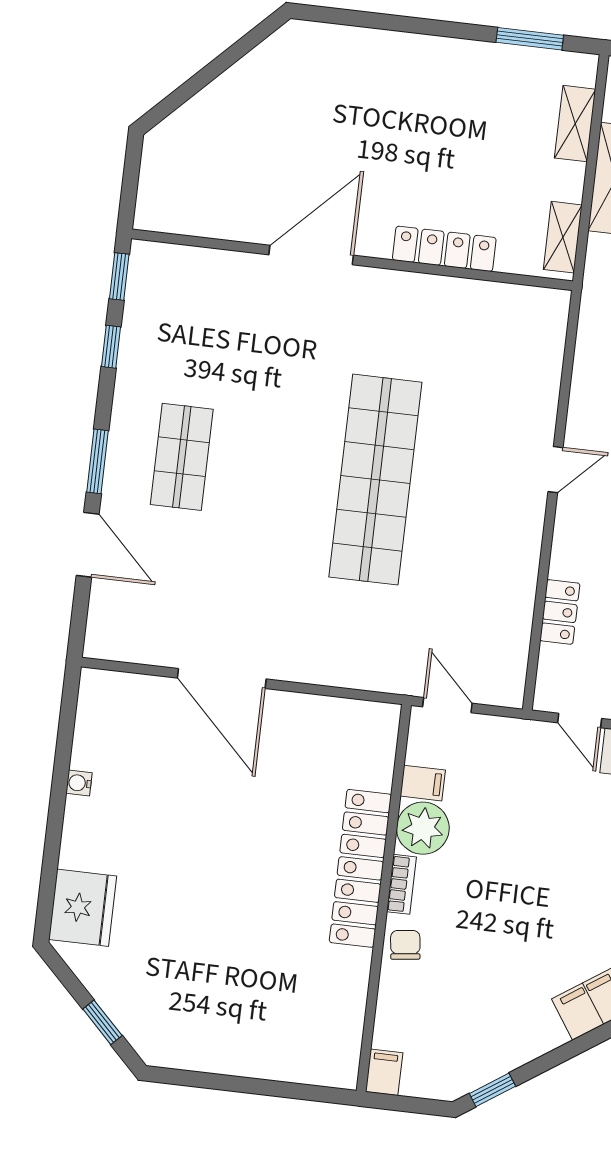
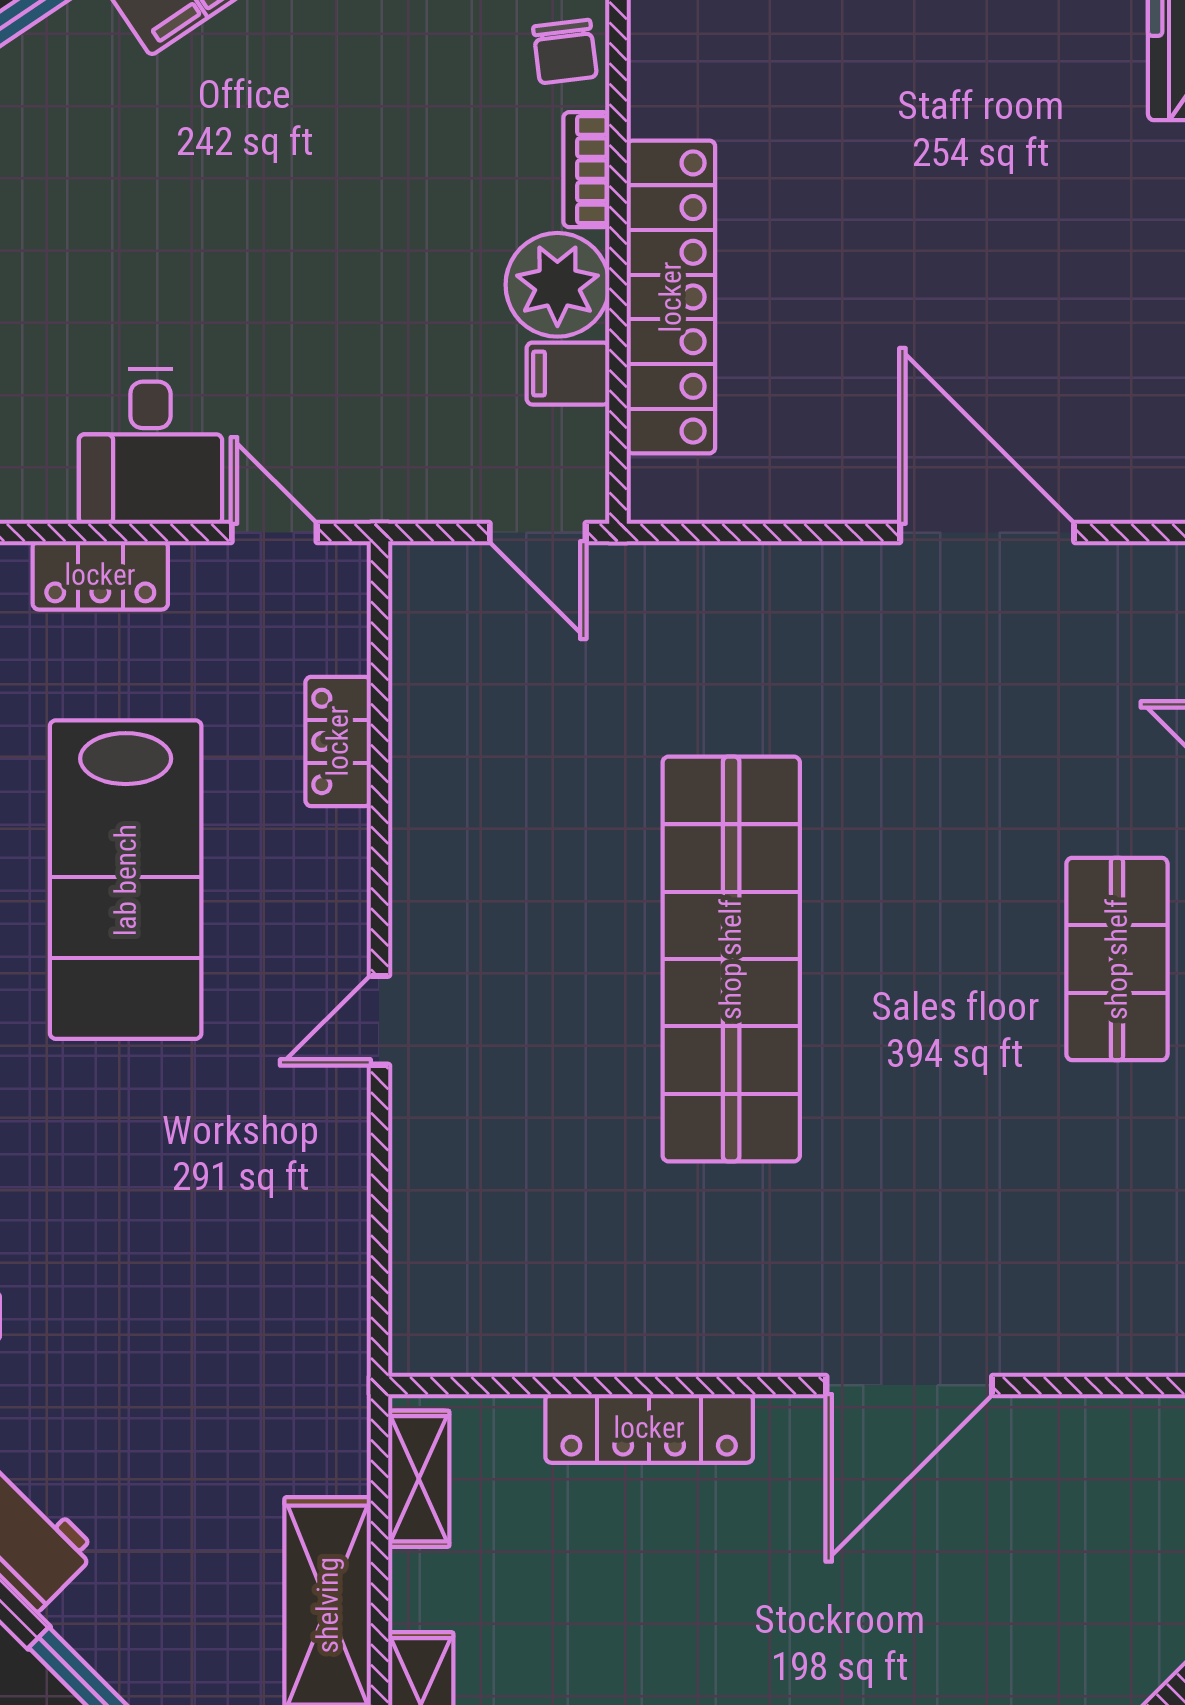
locker: (360, 868) -> (671, 297), moved

